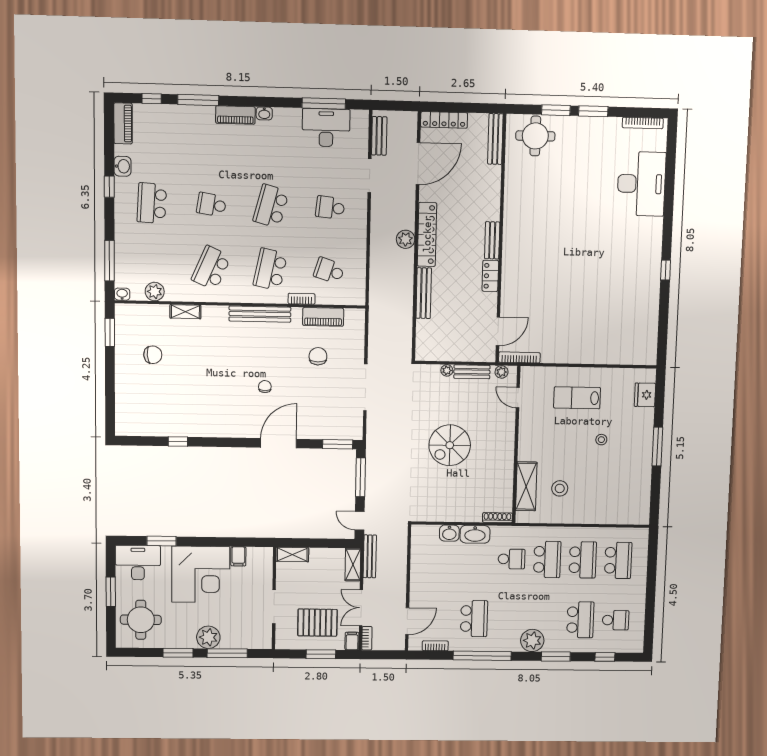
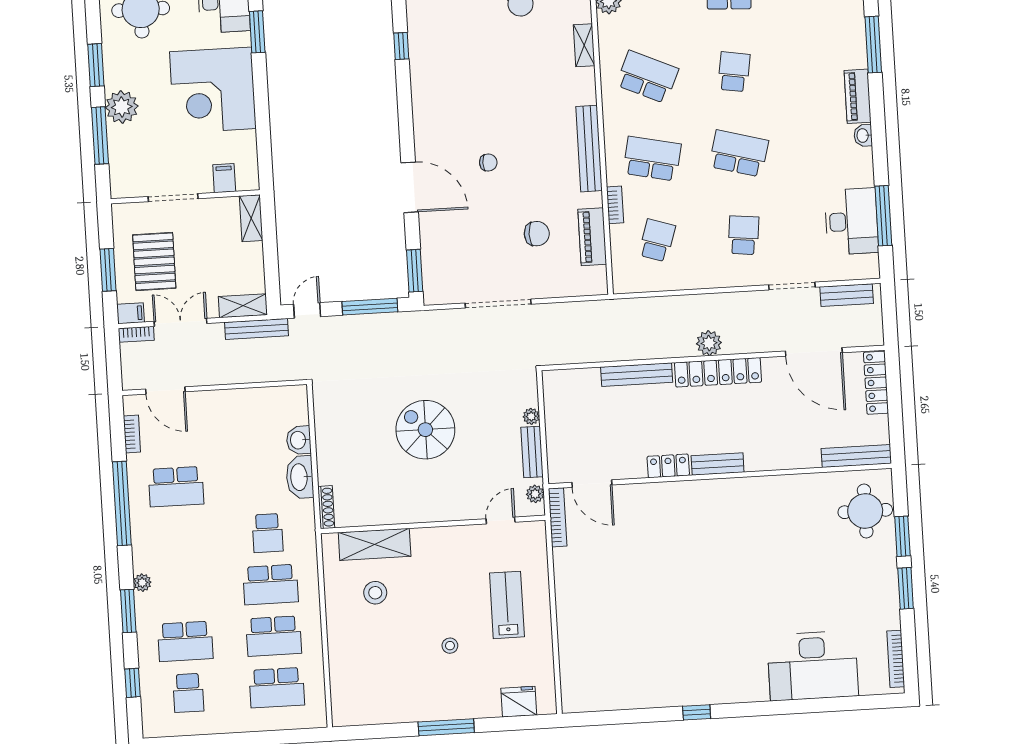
filing cabinet: (238, 556) -> (224, 178), moved, turned 90
plant: (532, 640) -> (142, 583), width x0.53, depth x0.53

